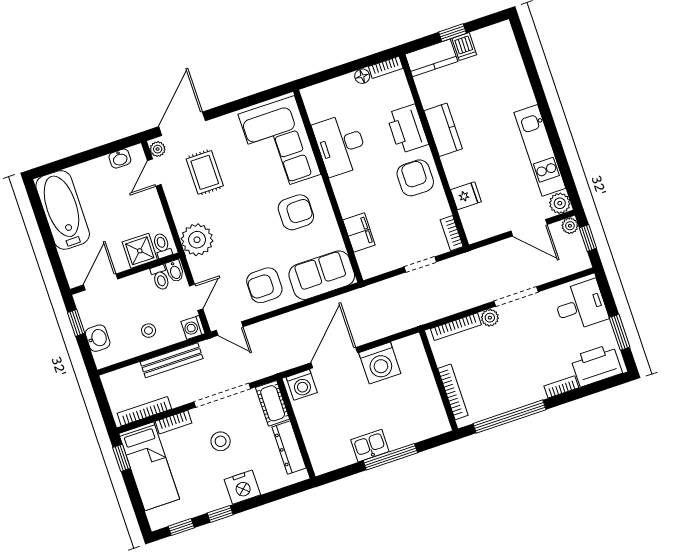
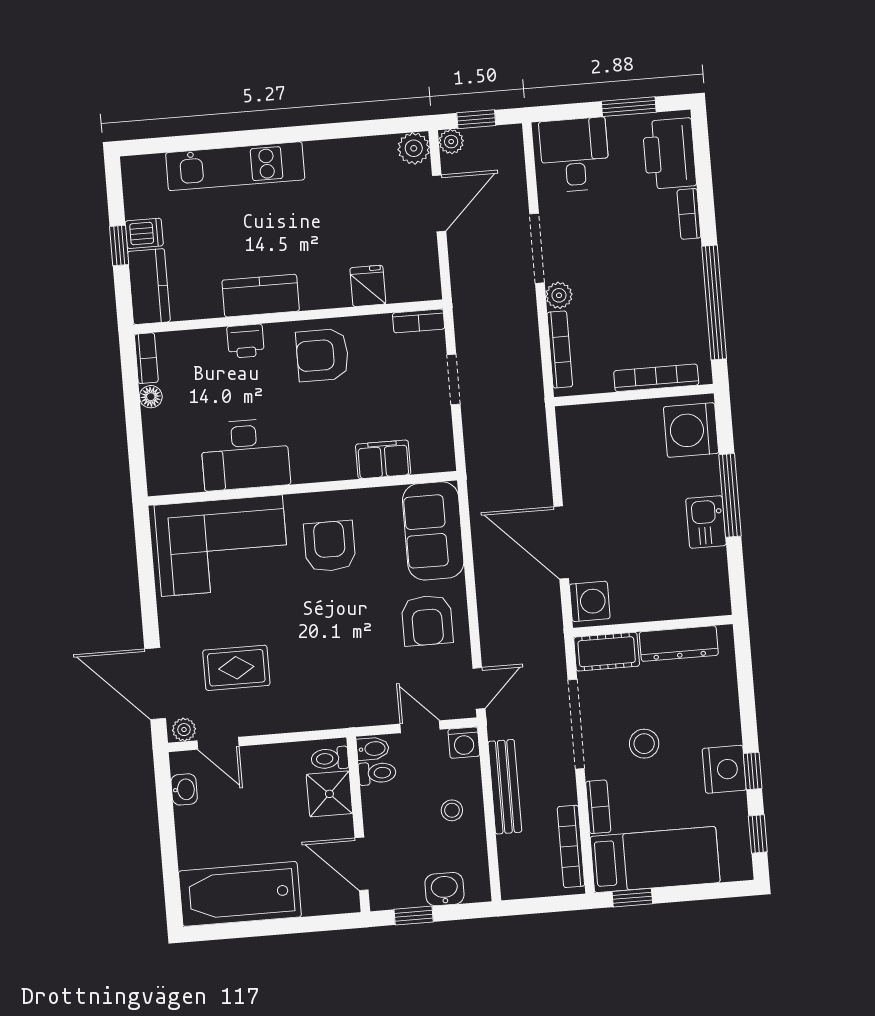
printer: (407, 129) -> (246, 341), width x0.53, depth x0.68
kitchen unit: (540, 150) -> (235, 166), moved
plant: (197, 240) -> (334, 704), removed
washing machine: (380, 363) -> (691, 430), moved, turned 180
nightstand: (242, 487) -> (724, 769), moved

